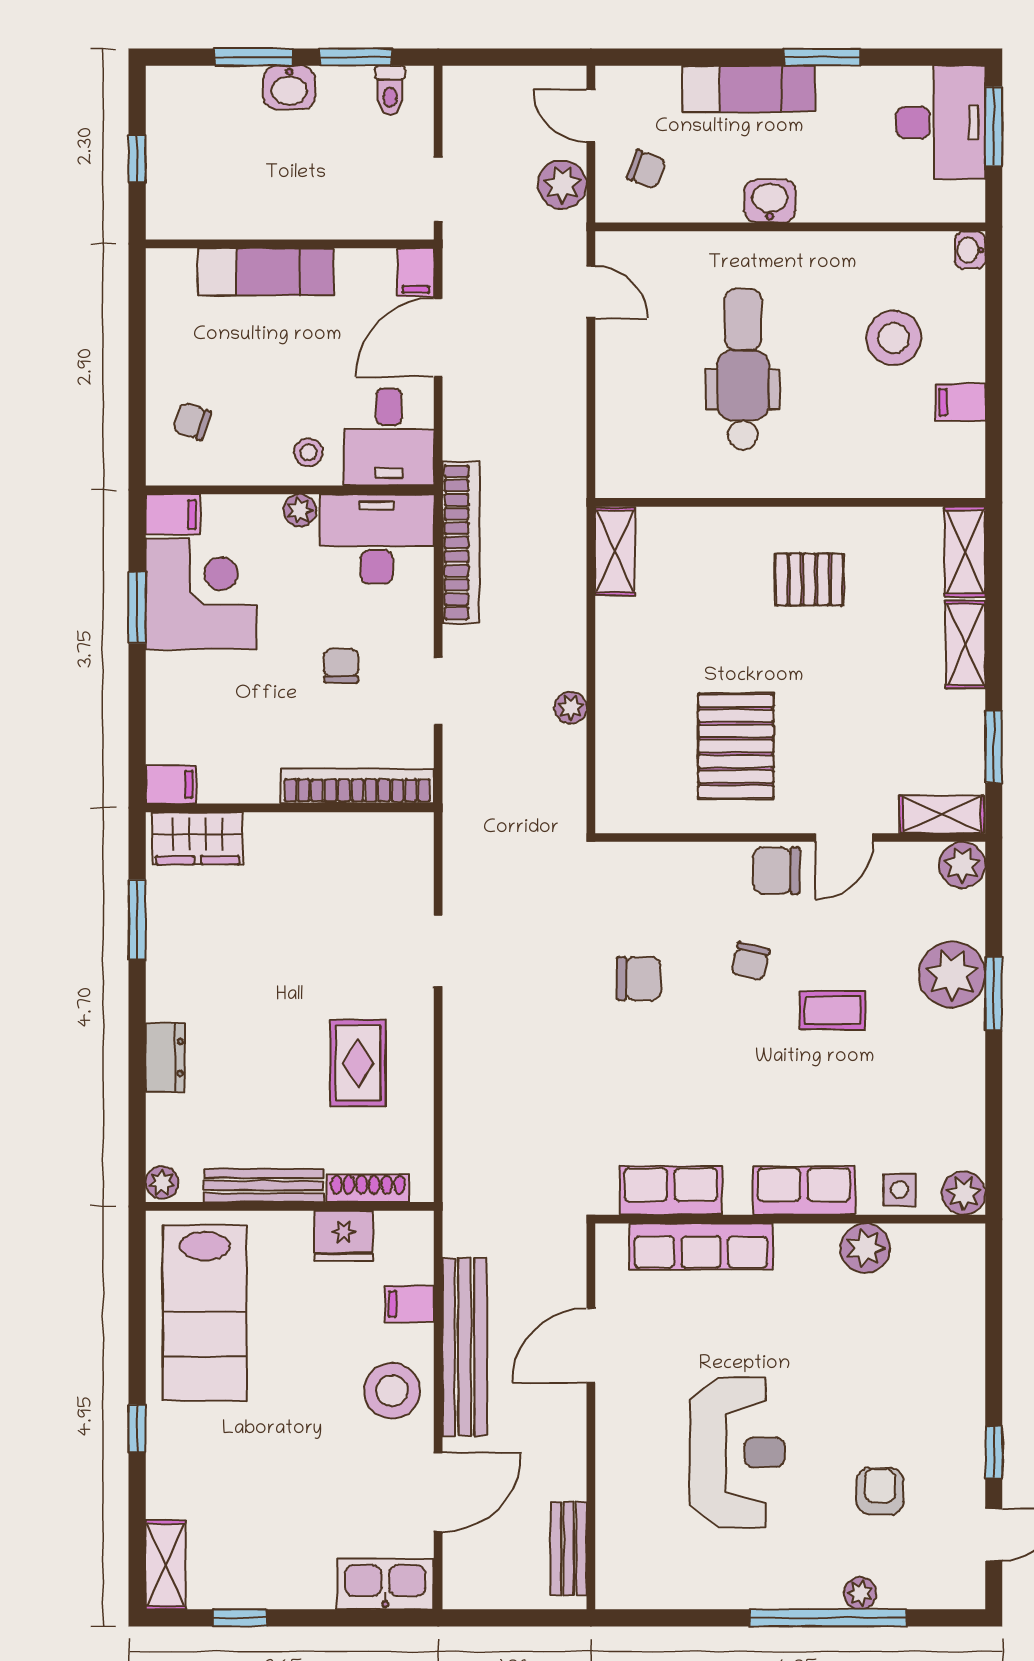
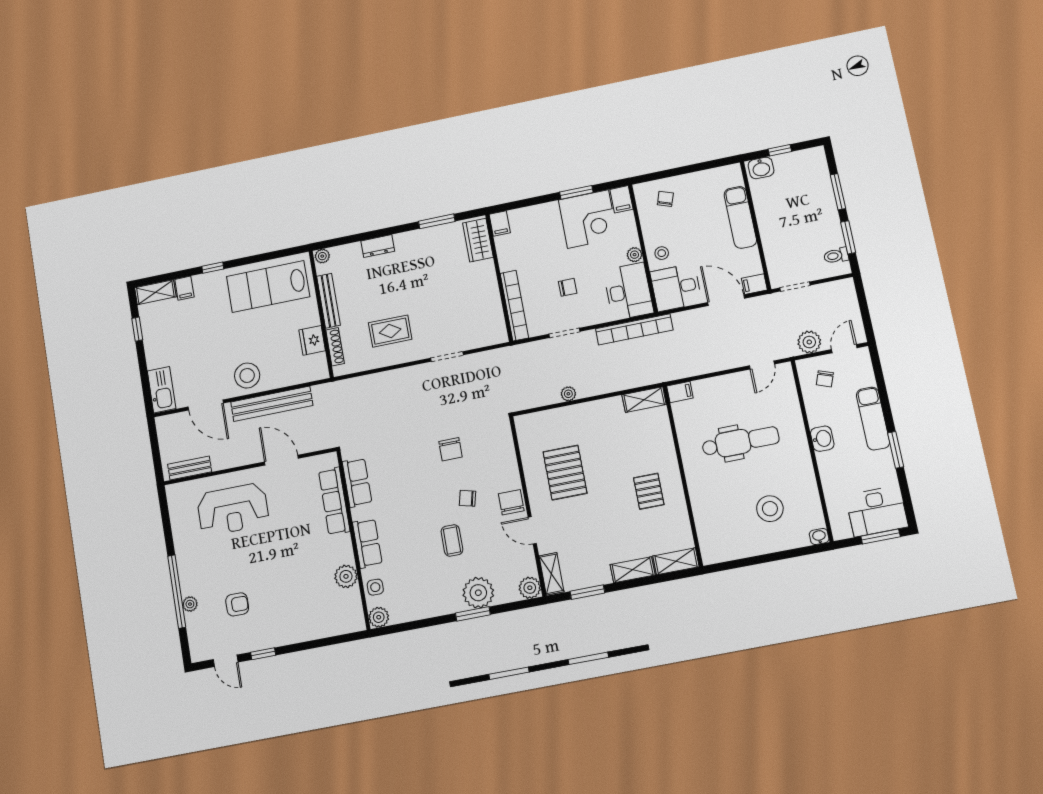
washbasin: (289, 87) -> (761, 168), moved, turned -90
filing cabinet: (960, 402) -> (680, 392), moved, turned 90
pallet: (736, 746) -> (565, 472), turned 90
filing cabinet: (410, 1304) -> (184, 288), moved, turned 180
reception desk: (737, 1452) -> (233, 509), moved

